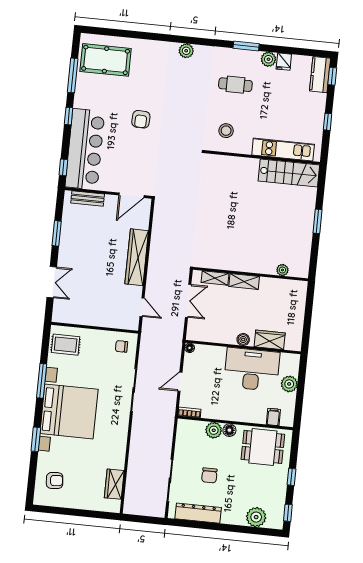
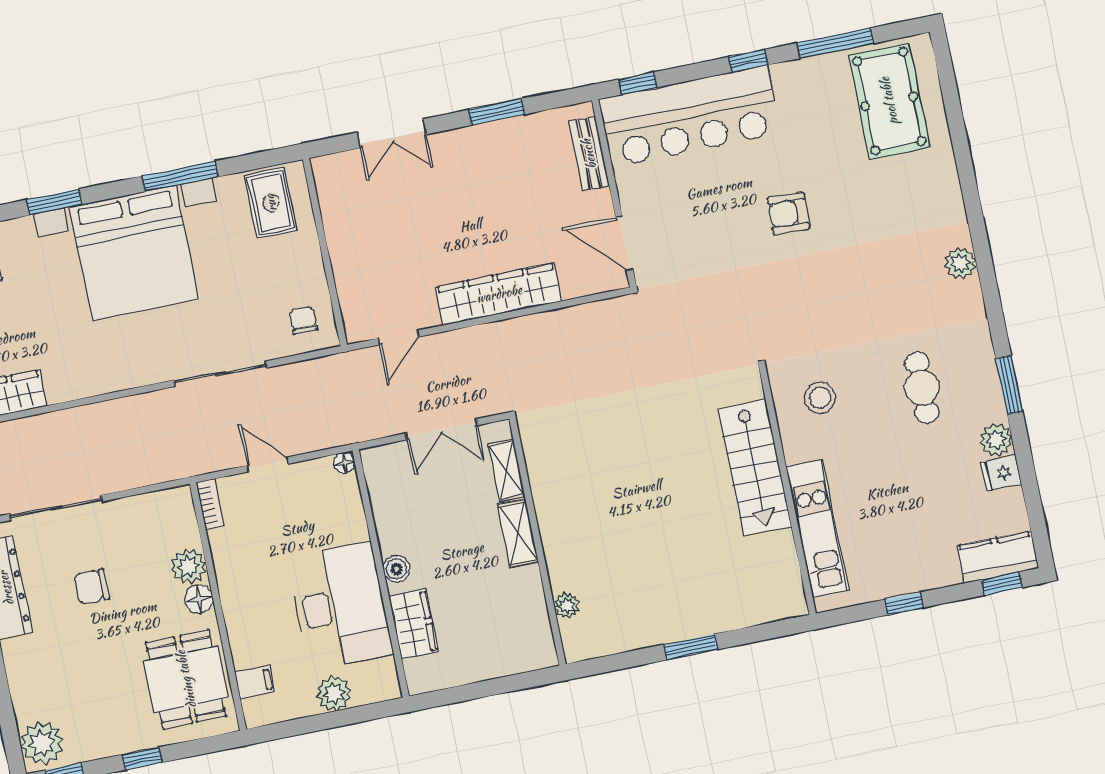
stairs: (289, 173) -> (755, 467), moved
plant: (256, 517) -> (42, 743), moved

